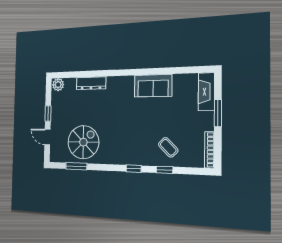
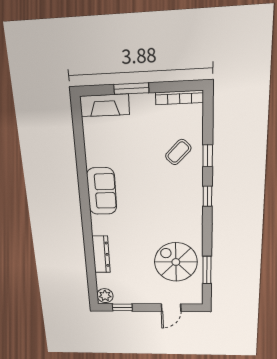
sofa: (153, 86) -> (102, 191), moved
window: (48, 114) -> (122, 307), moved

